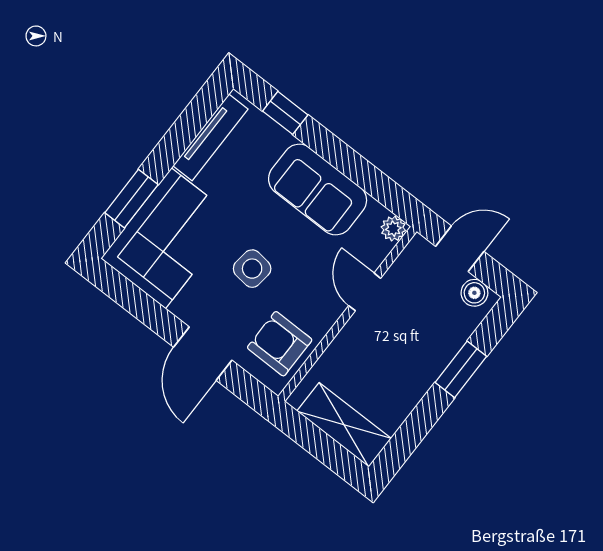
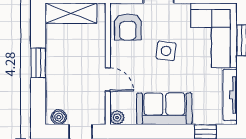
armchair: (280, 344) -> (128, 27), turned 90
window: (461, 369) -> (38, 63), moved

